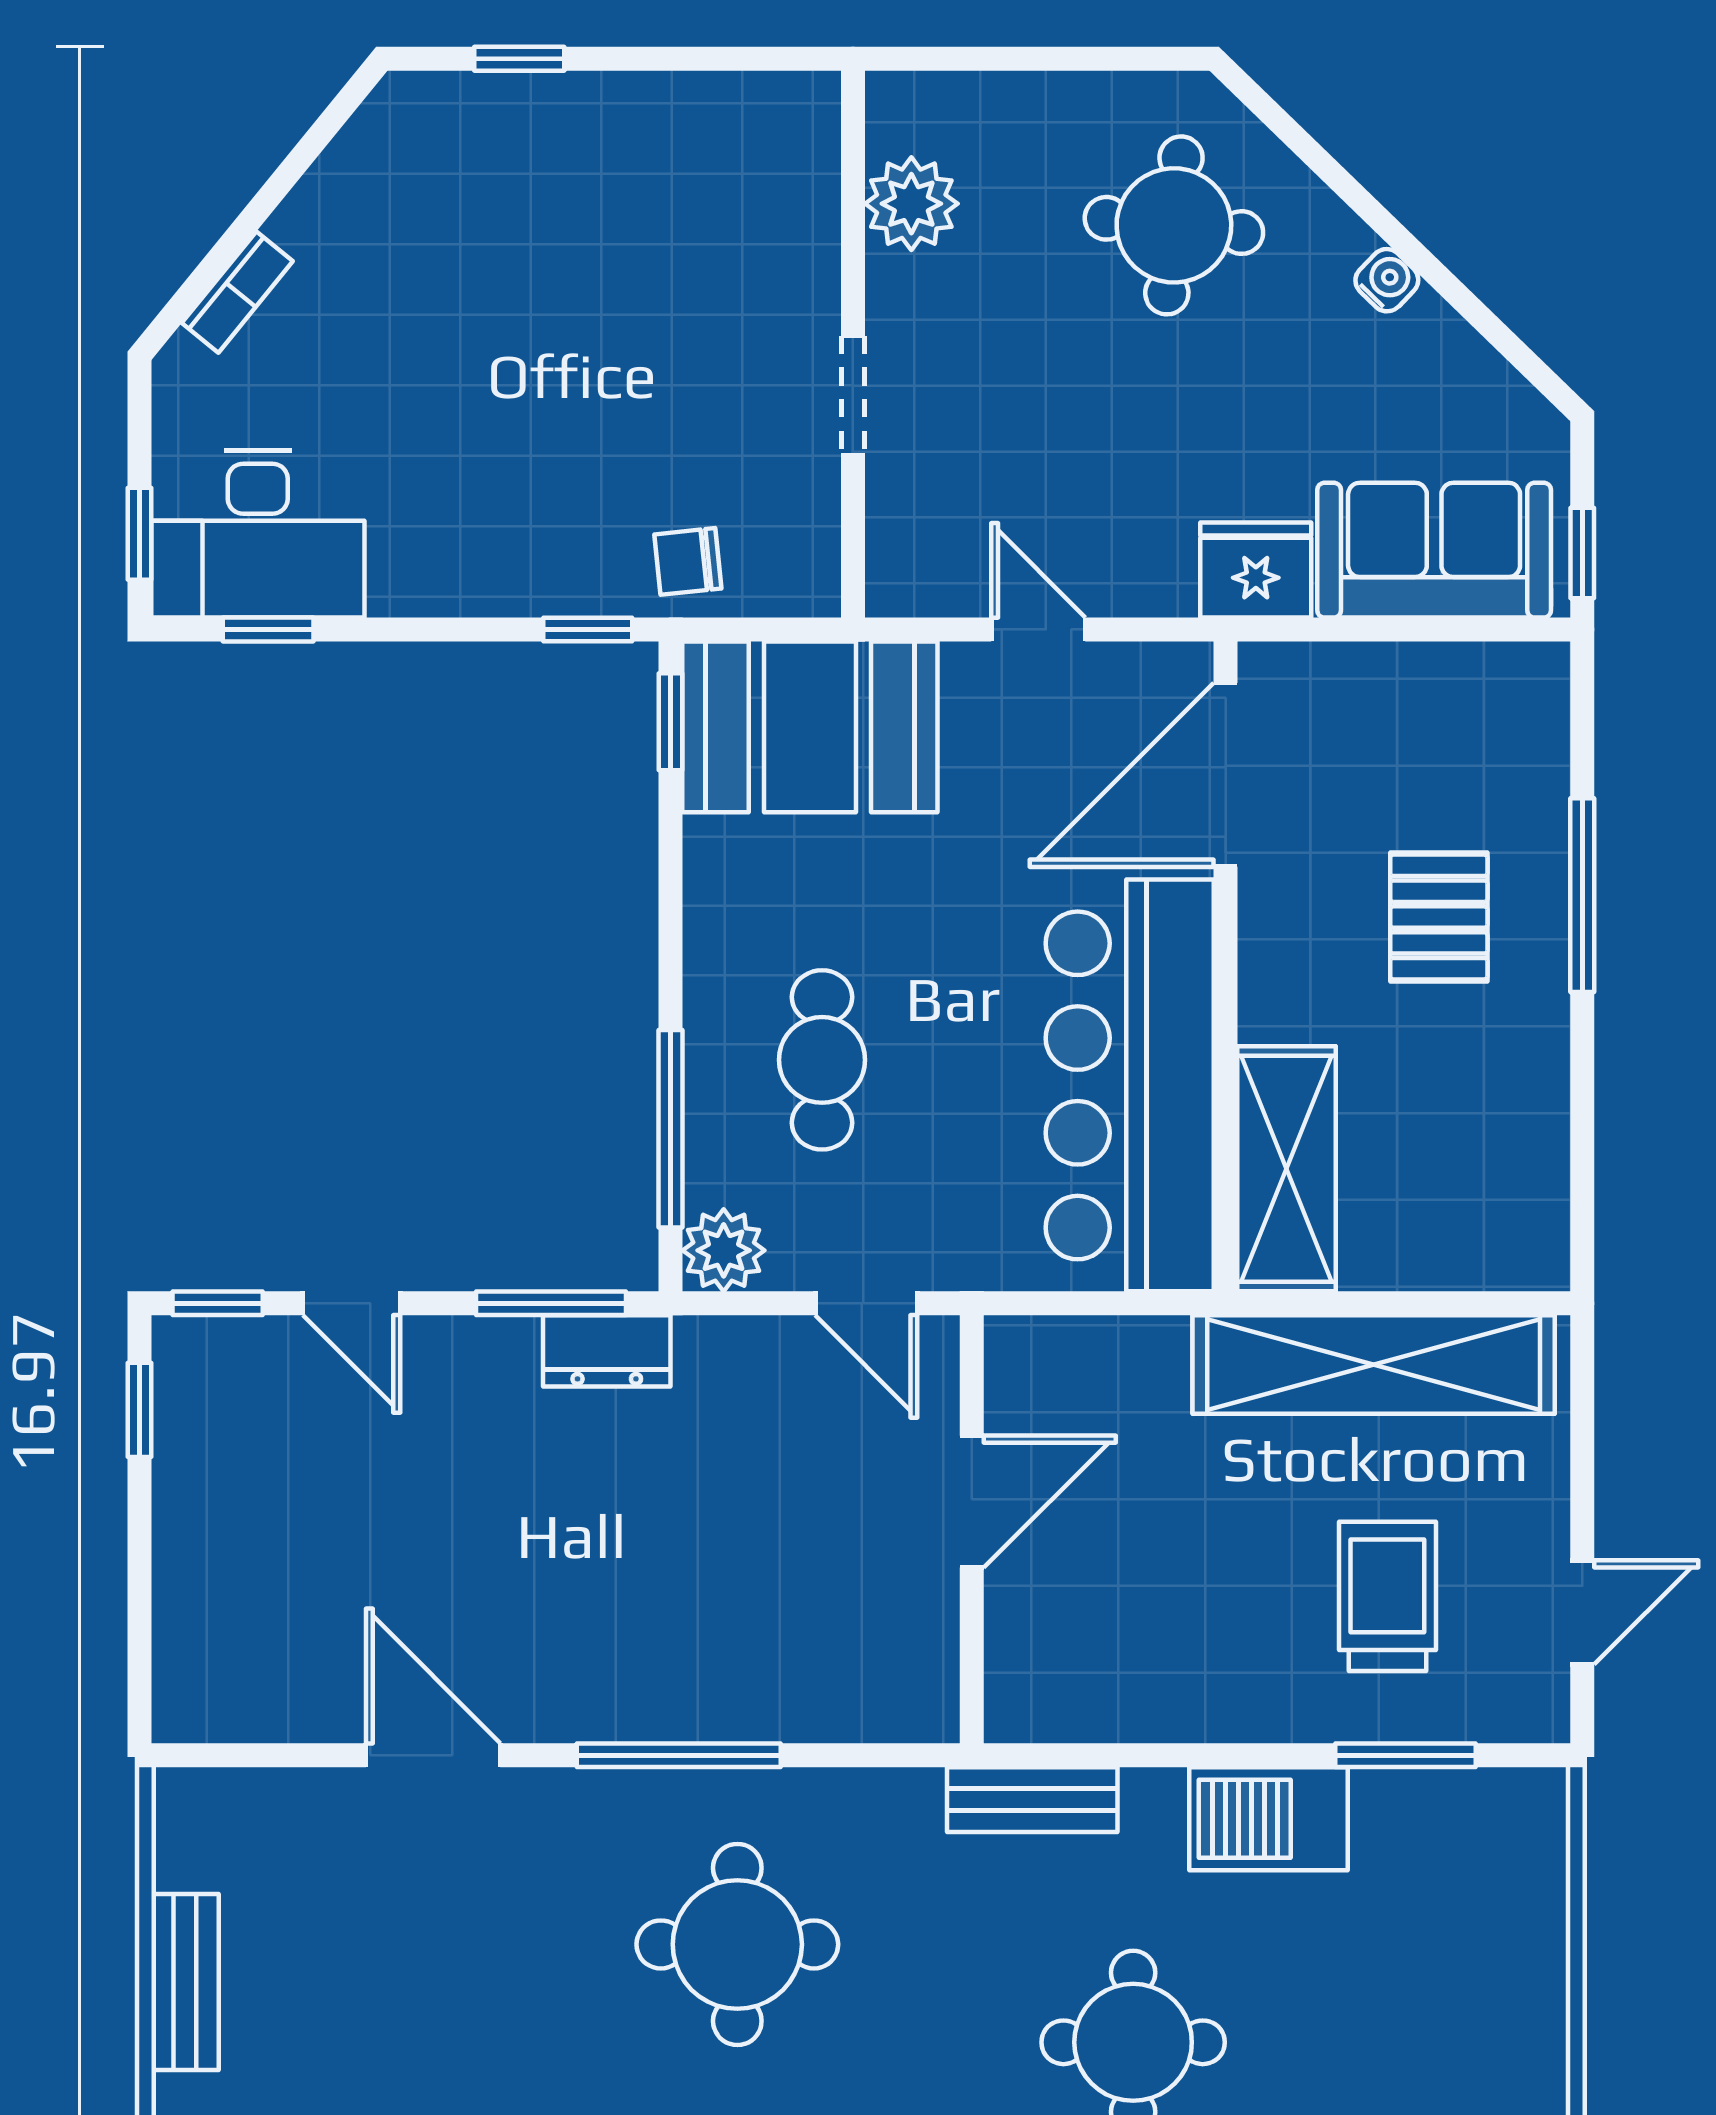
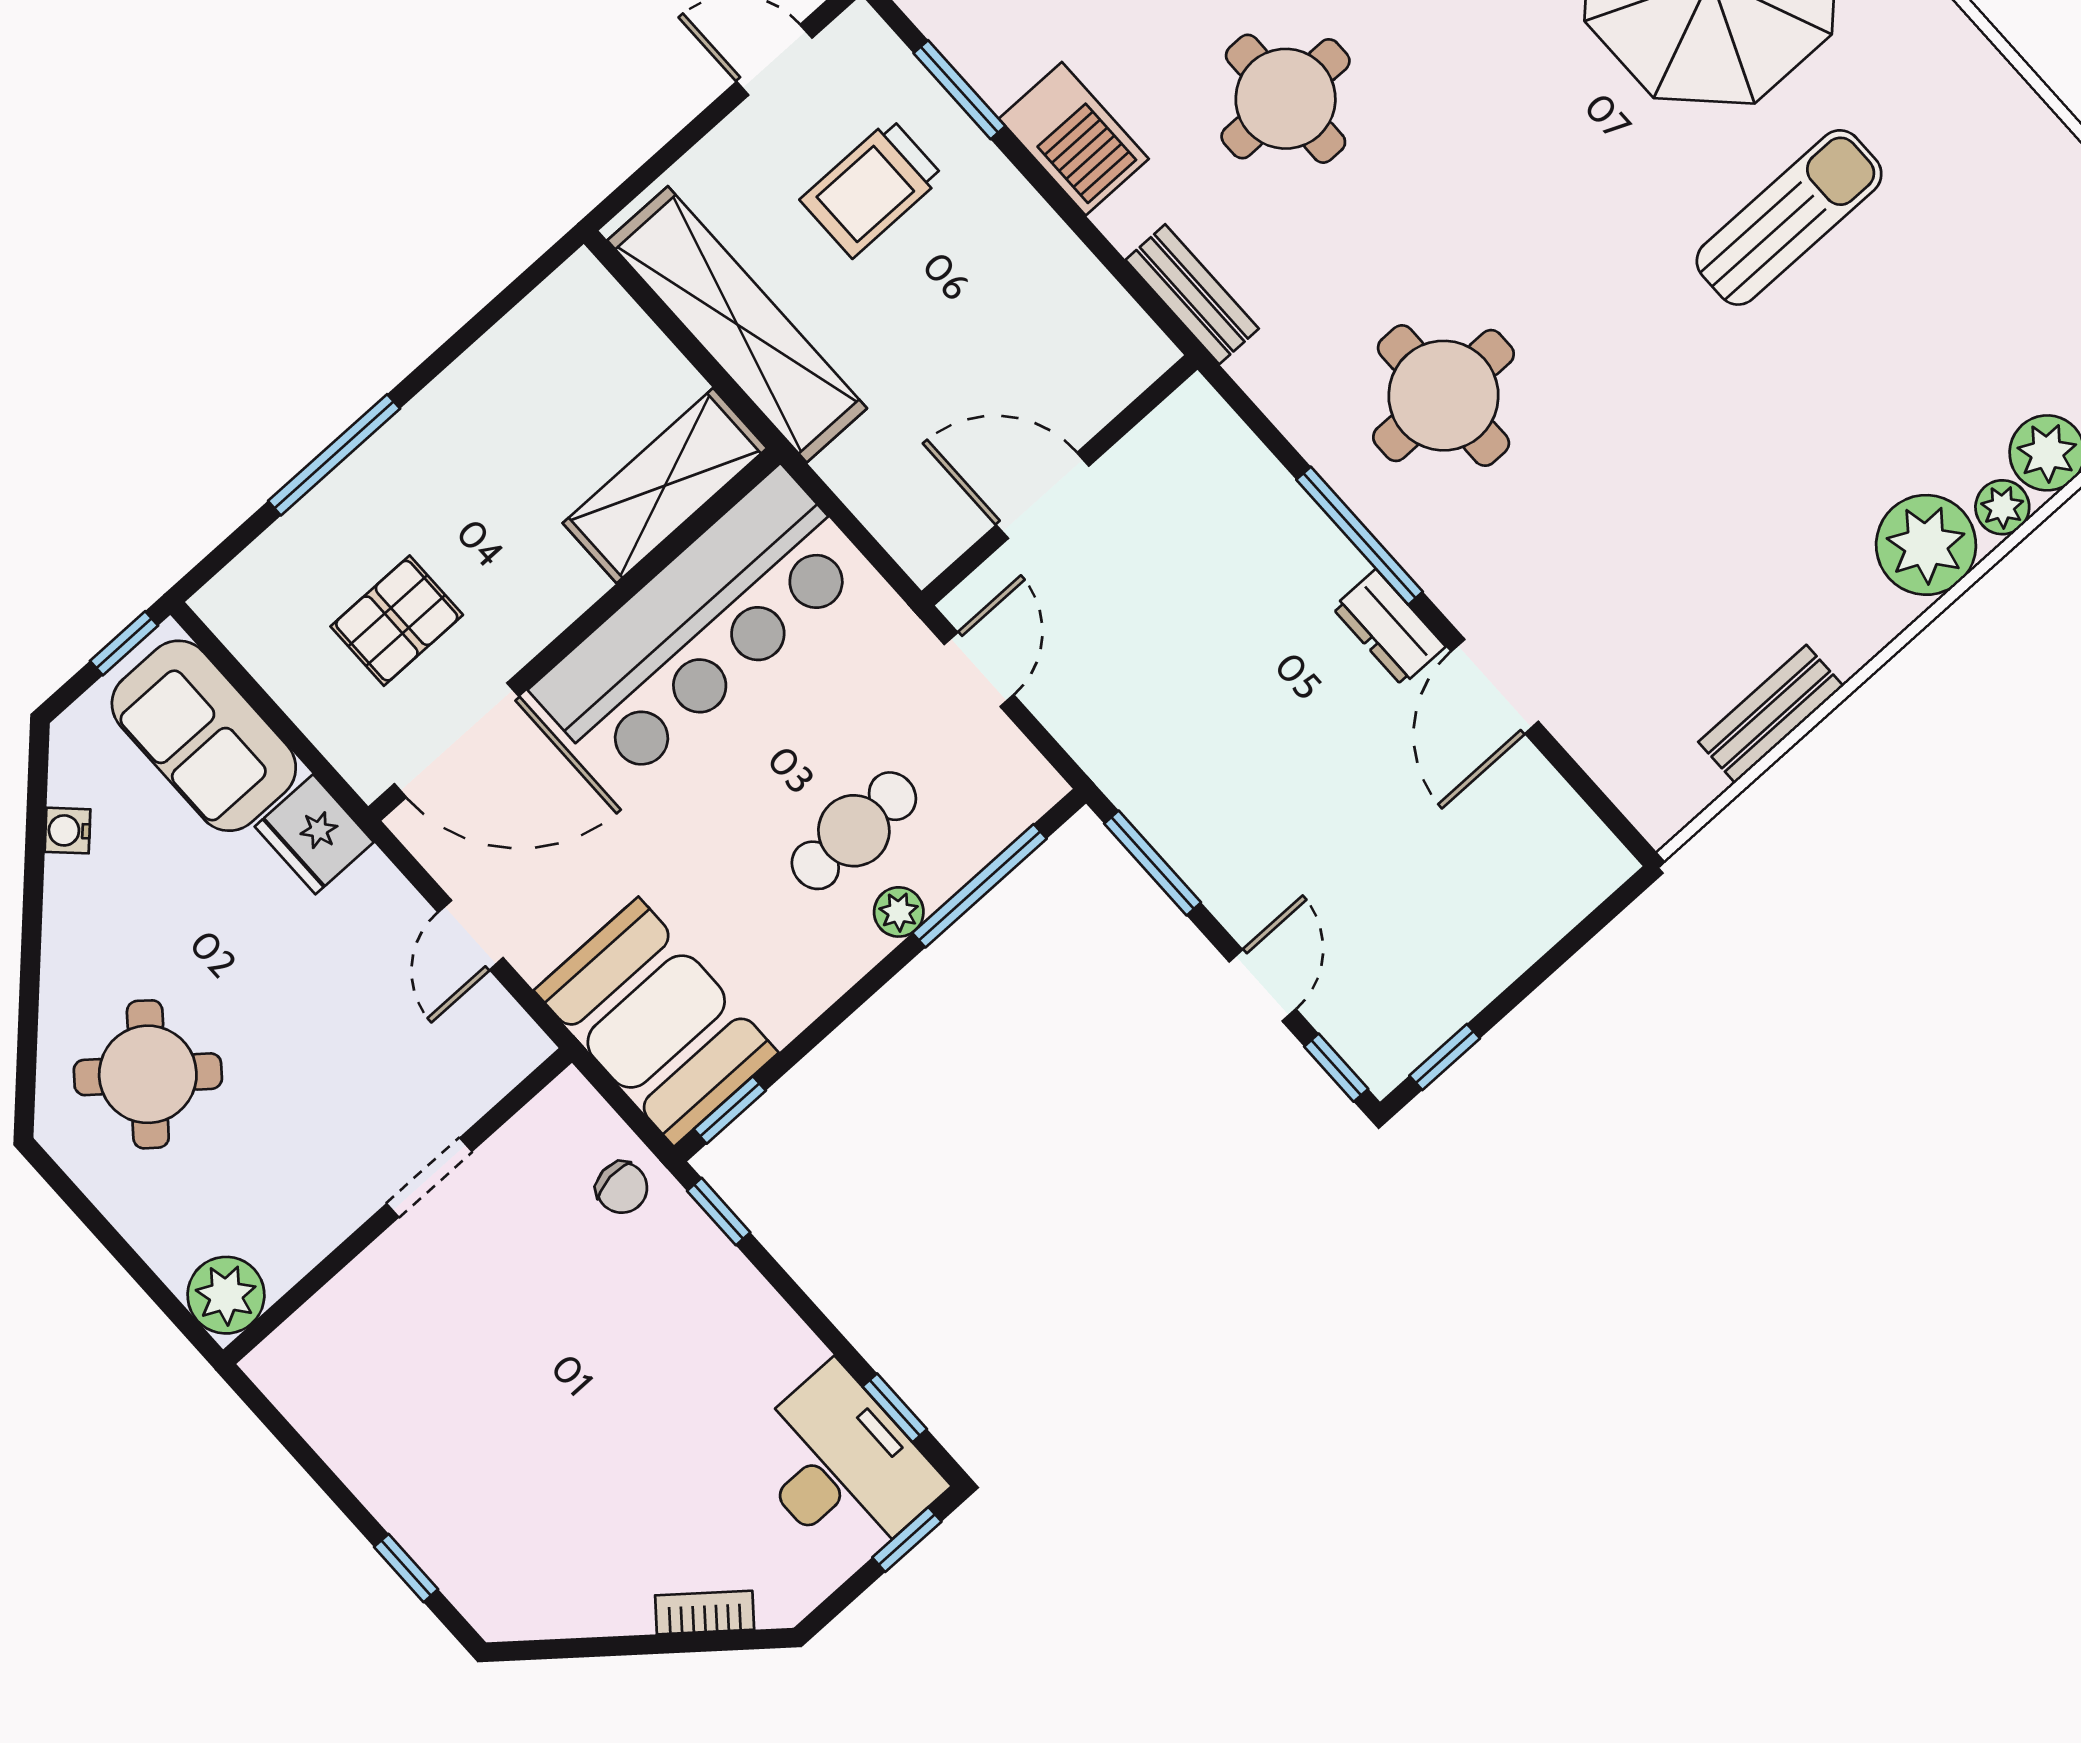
plant: (911, 204) -> (226, 1295), moved
round table: (1174, 225) -> (148, 1074), turned 33
water cooler: (1387, 280) -> (68, 831), moved
pallet: (1439, 917) -> (397, 621), moved
plant: (724, 1250) -> (899, 912), moved, width x0.73, depth x0.73
dresser: (607, 1351) -> (1389, 627), moved, turned 180

